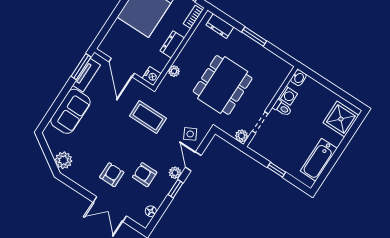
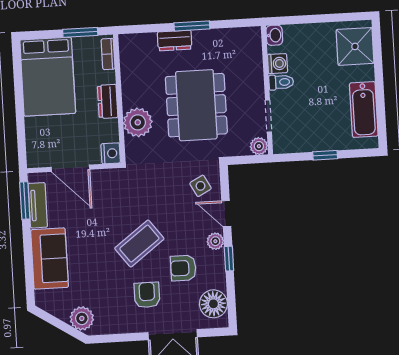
dresser: (220, 26) -> (175, 41), moved
plant: (174, 71) -> (138, 122), width x1.88, depth x1.88
coffee table: (148, 117) -> (139, 244), moved, turned -37
floor lamp: (151, 211) -> (213, 304), width x1.89, depth x1.89

